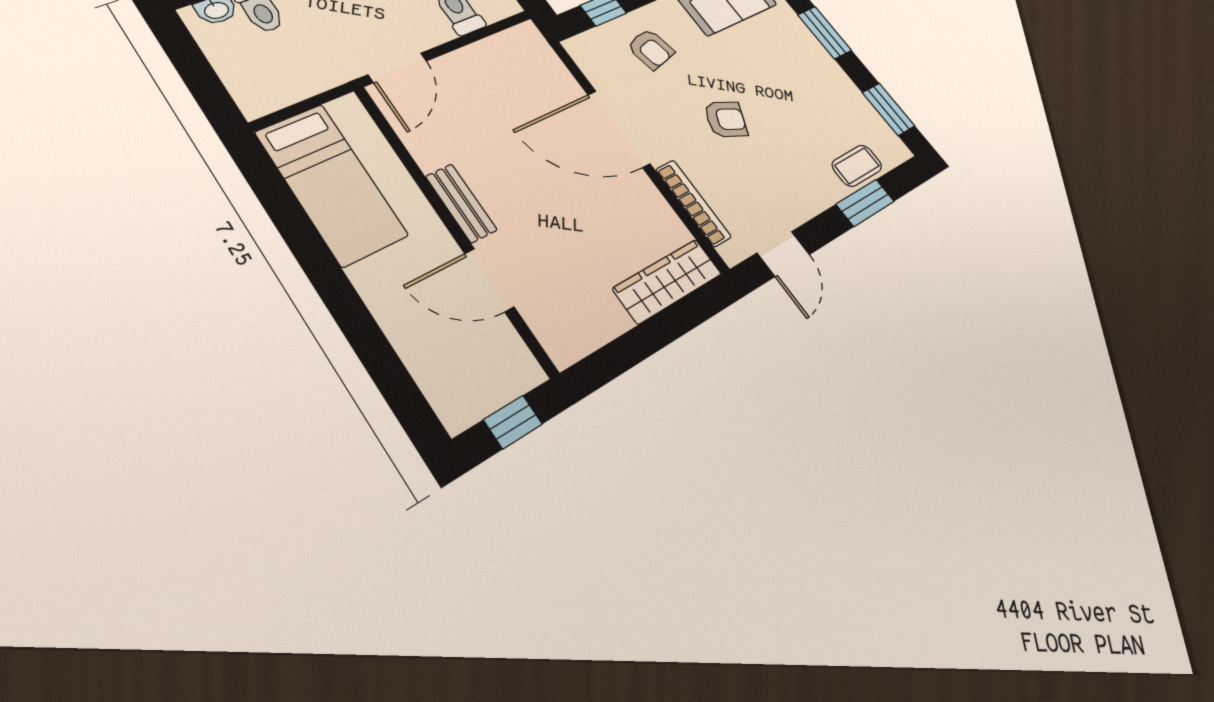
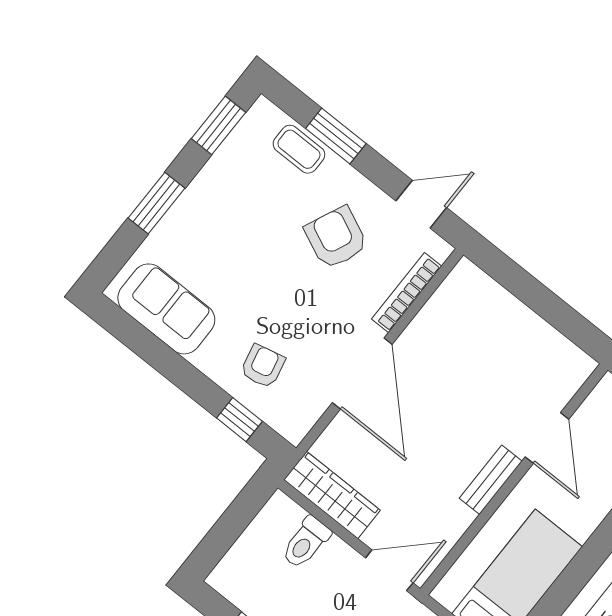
armchair: (726, 119) -> (336, 238), moved, width x1.38, depth x1.38
wardrobe: (668, 281) -> (332, 495), moved, turned 180

